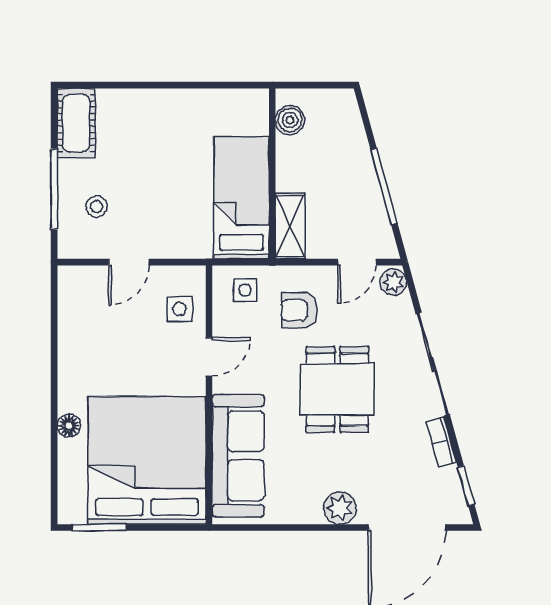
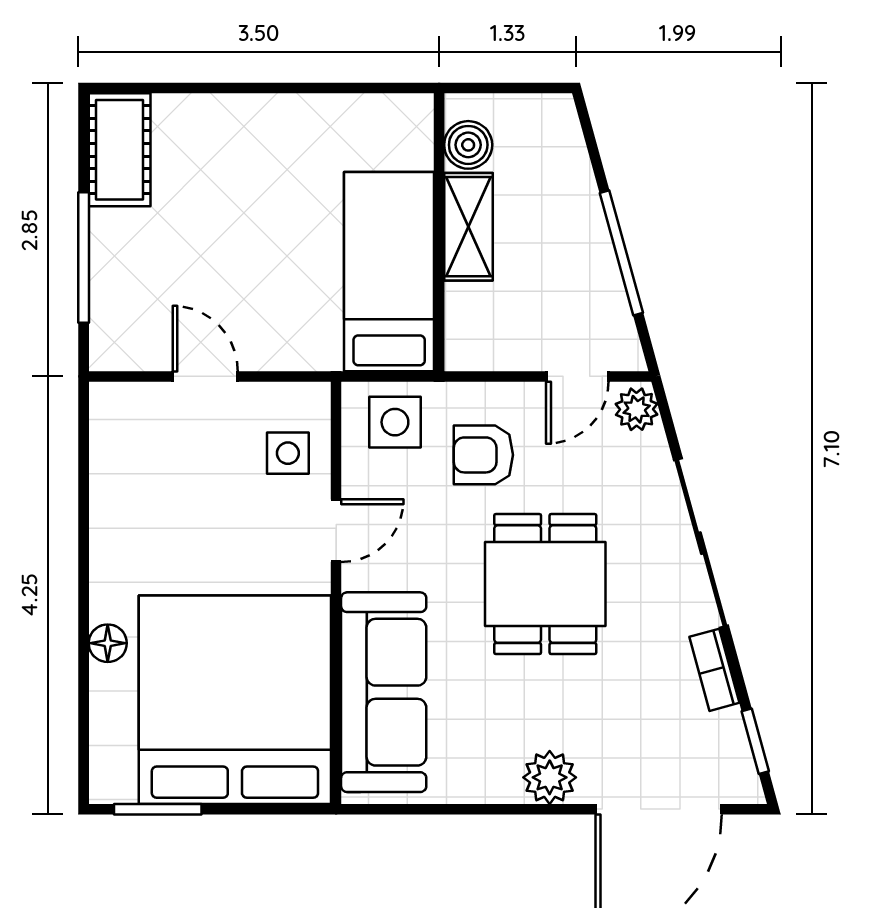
stool: (97, 207) -> (153, 286), removed
shelving: (290, 226) -> (468, 227), moved
door: (129, 262) -> (205, 376), swing flipped
side table: (245, 290) -> (395, 422), width x1.37, depth x1.37

